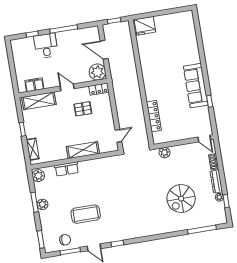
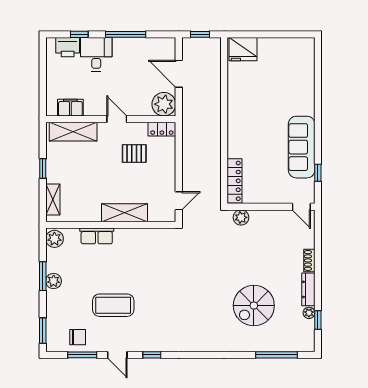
printer: (26, 44) -> (68, 47), added
door: (204, 138) -> (301, 207), moved
wall: (184, 142) -> (271, 207), moved
plant: (164, 153) -> (241, 217), moved

